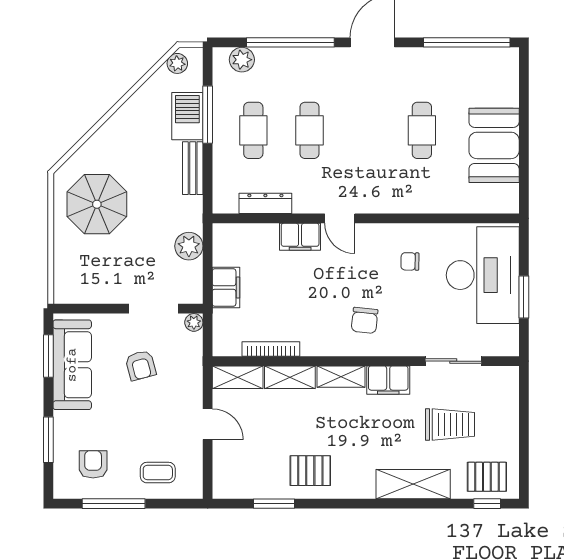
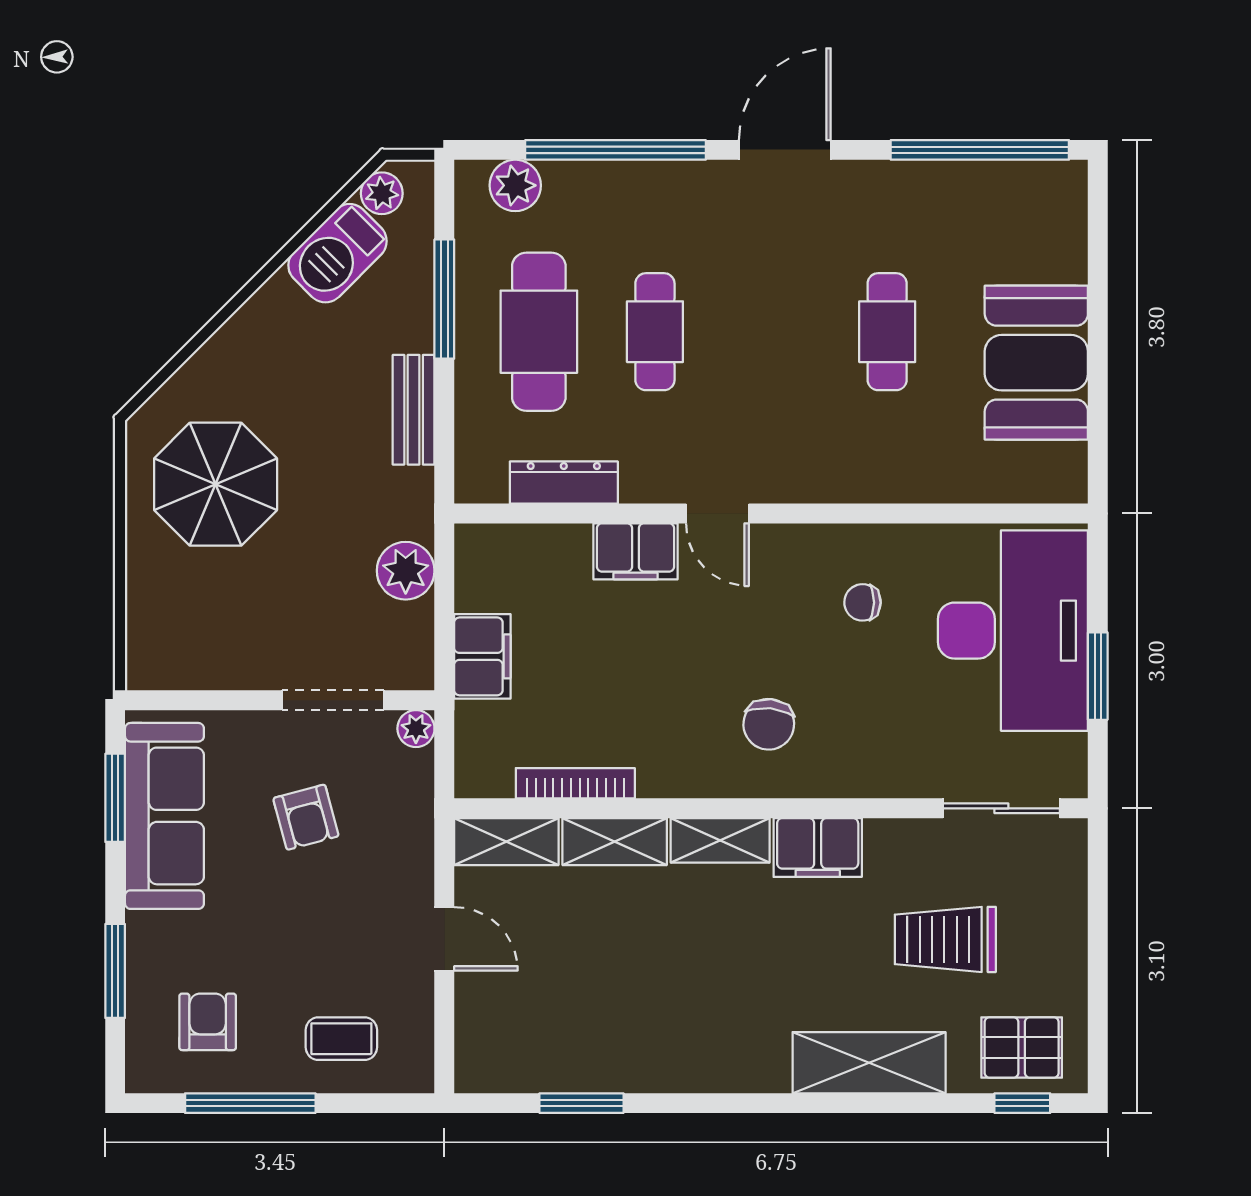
barbecue: (187, 116) -> (337, 253), moved, turned -135
cafe table: (253, 130) -> (539, 332), width x1.37, depth x1.35
sliding door: (453, 361) -> (1001, 808), moved
trolley: (450, 424) -> (945, 939), turned 180
pallet: (310, 471) -> (657, 1035), removed

